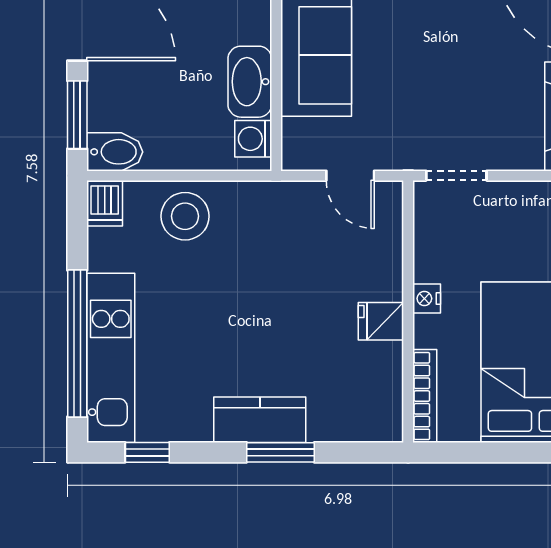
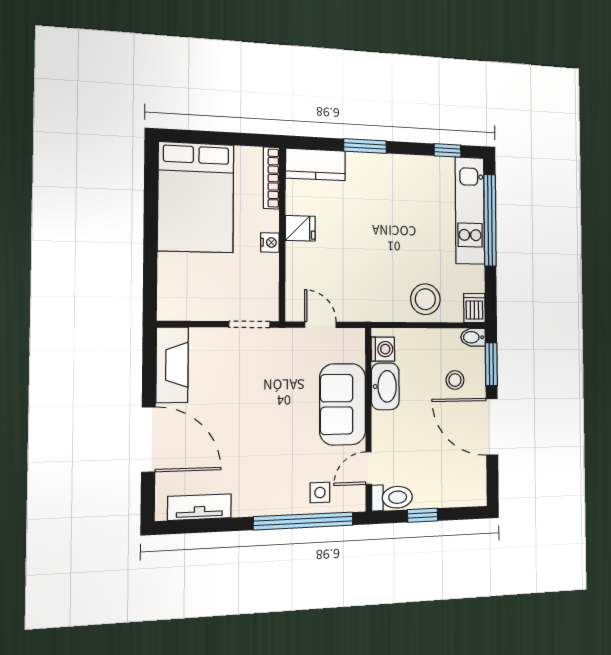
stool: (138, 90) -> (455, 380), added
bidet: (115, 152) -> (473, 337), width x0.72, depth x0.74
kitchen counter: (260, 420) -> (316, 164), moved

